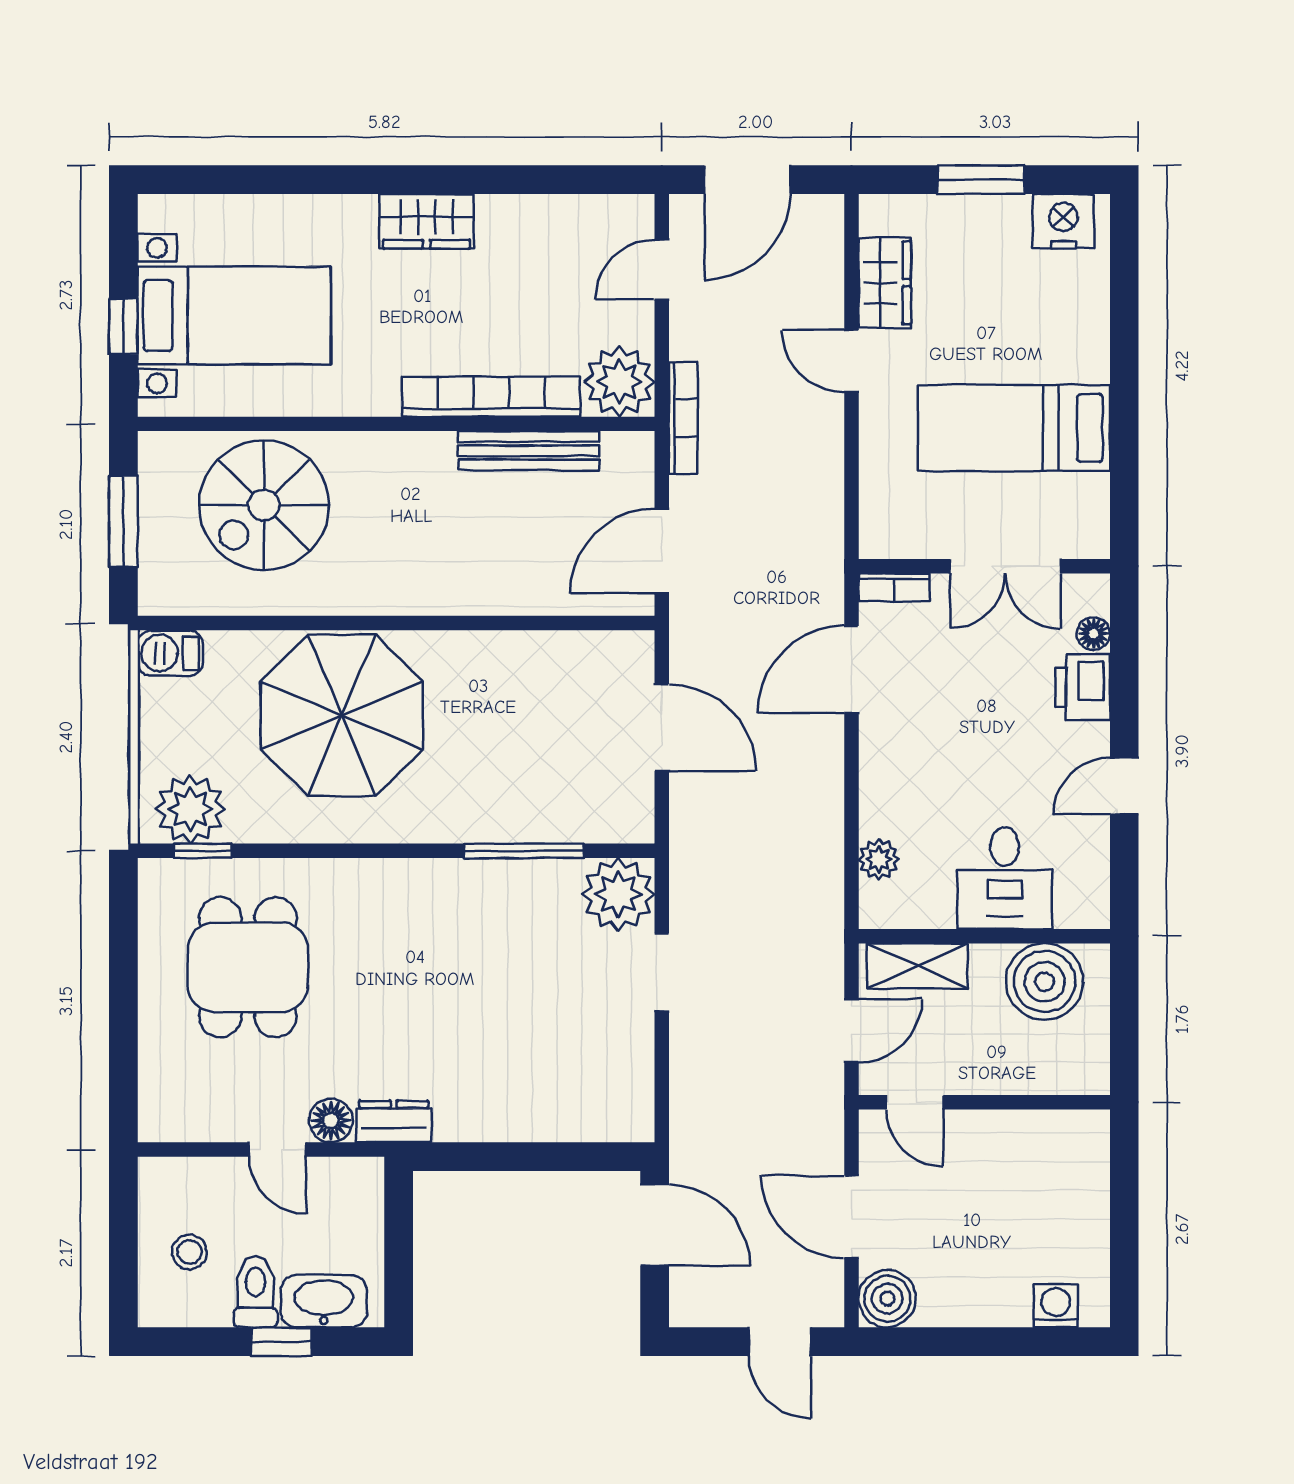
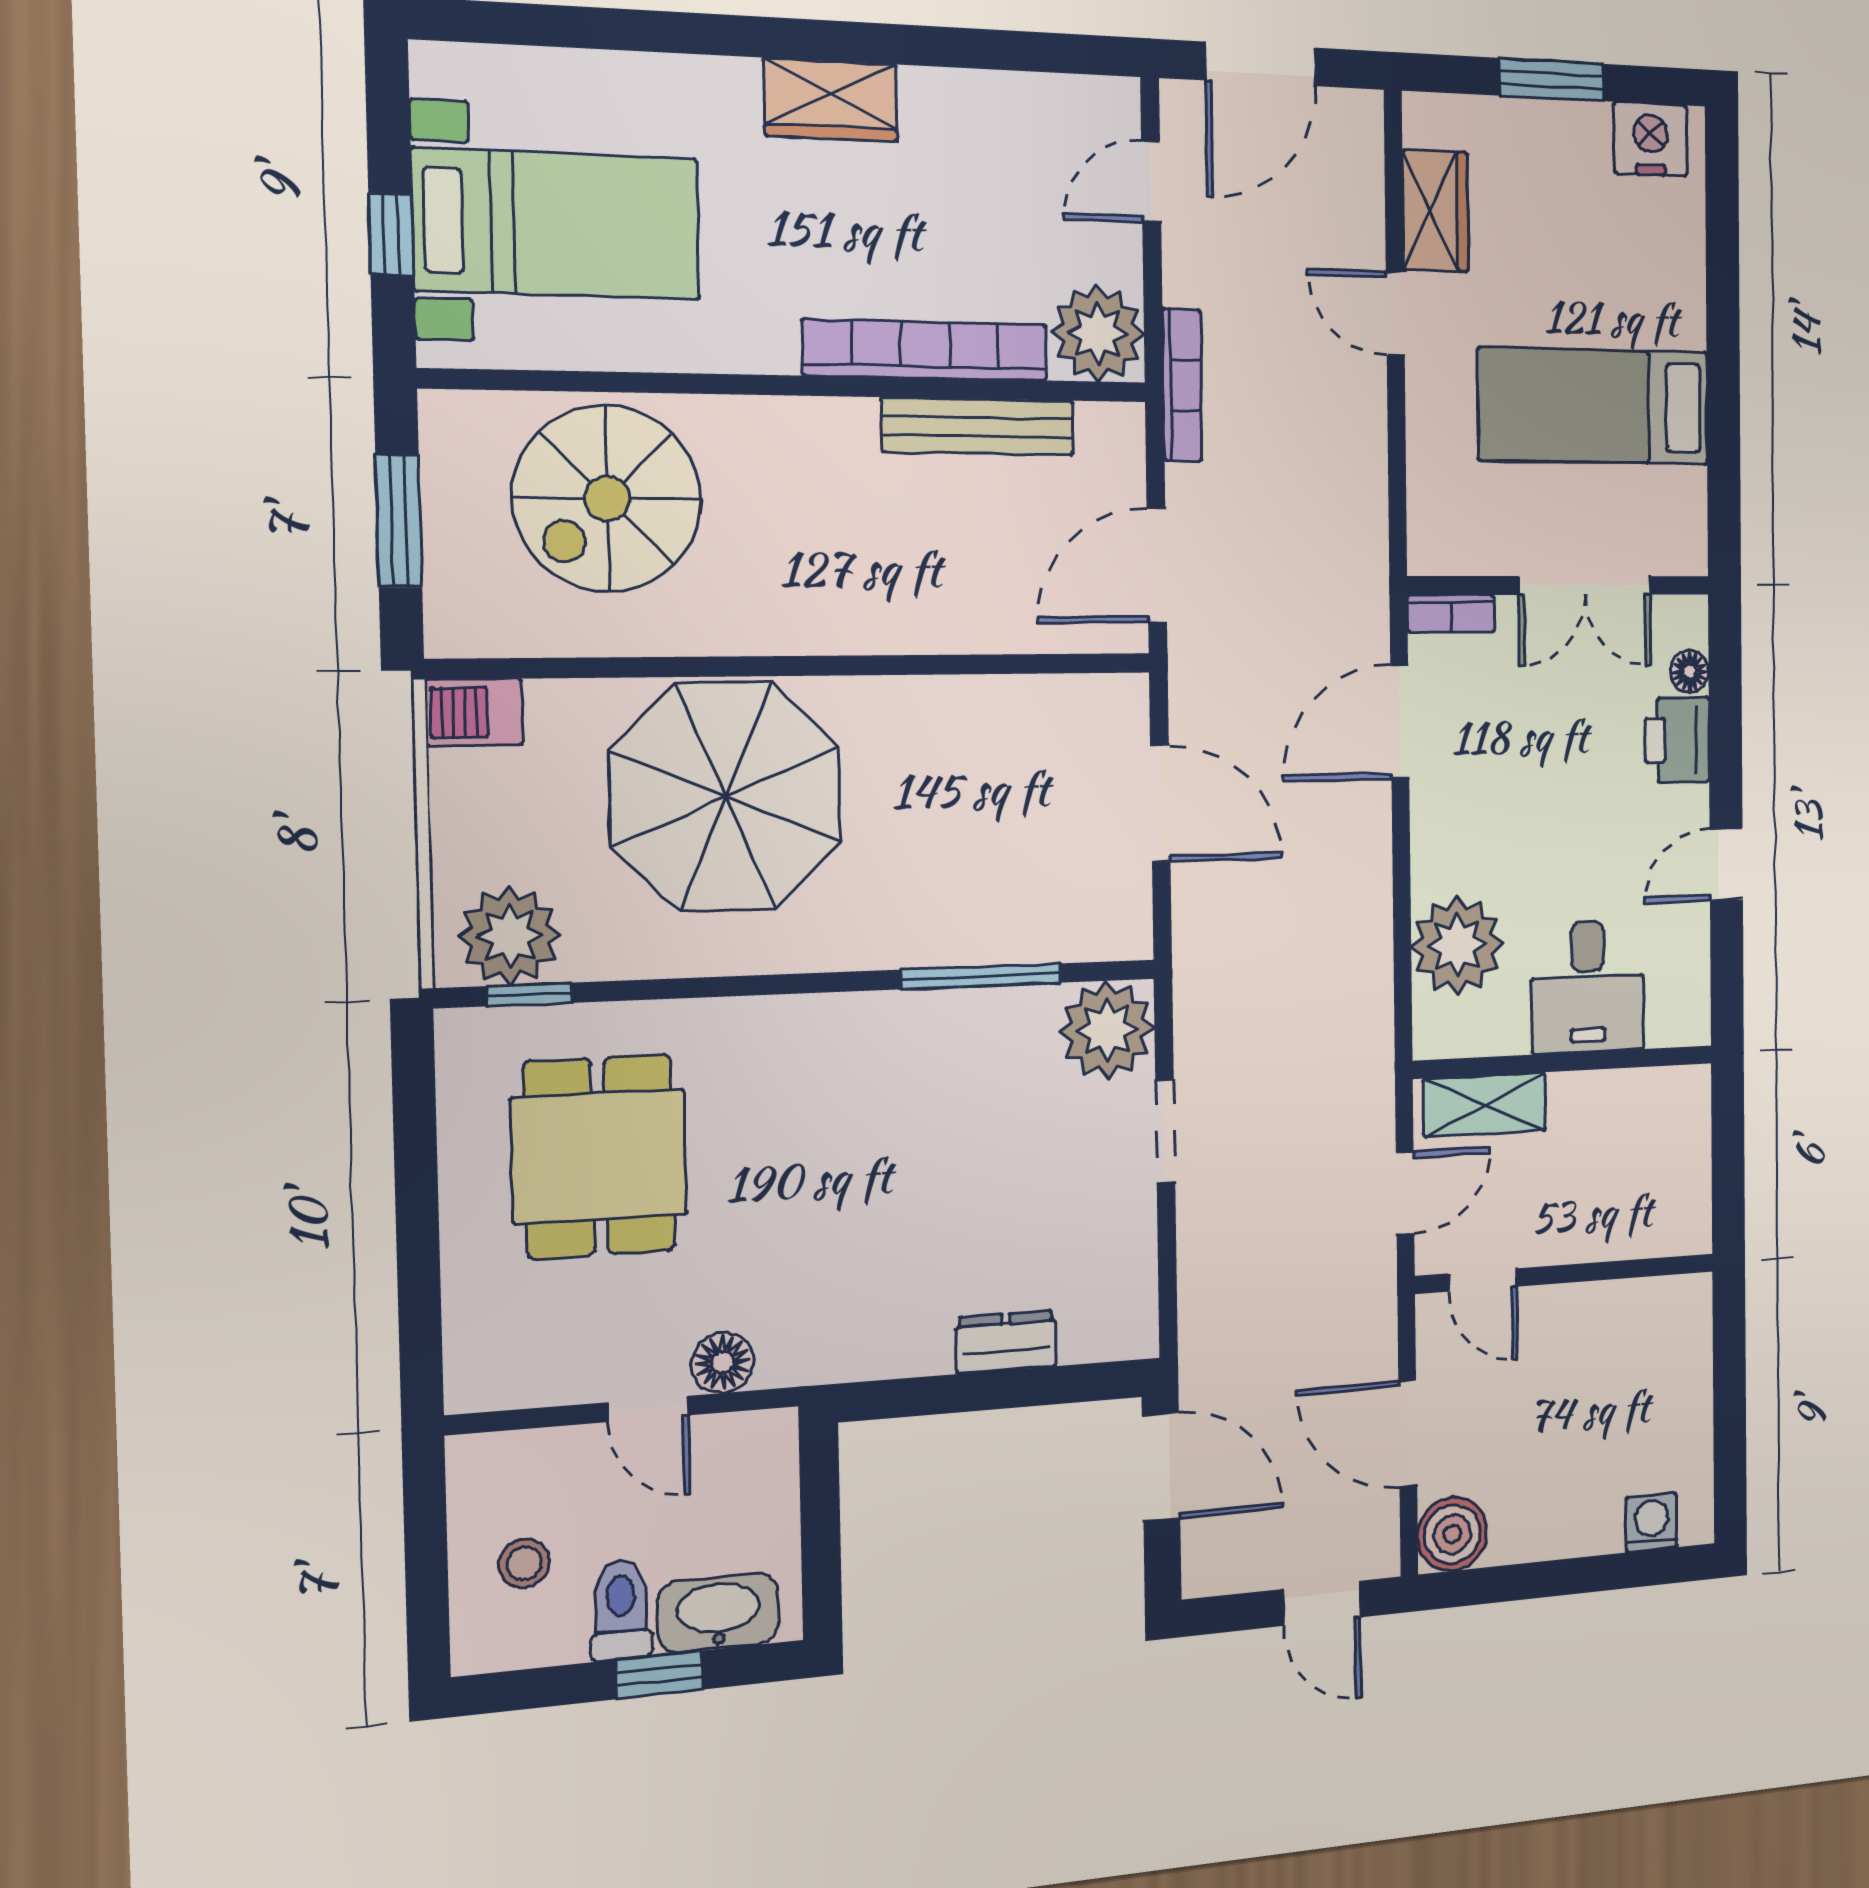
plant: (879, 859) -> (1457, 945), width x1.87, depth x1.87
boiler: (1045, 982) -> (1636, 1116), removed
dresser: (394, 1121) -> (1006, 1342), moved

